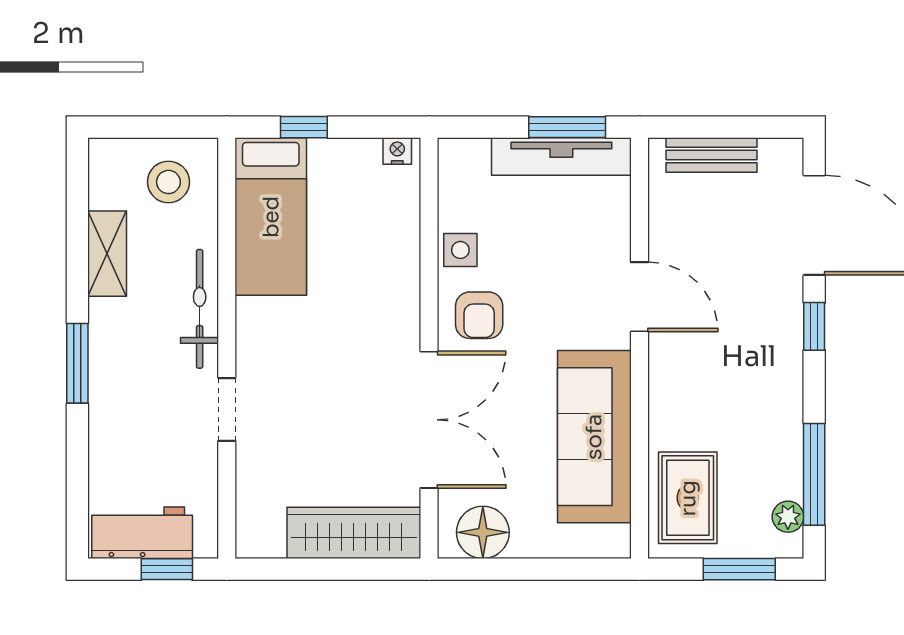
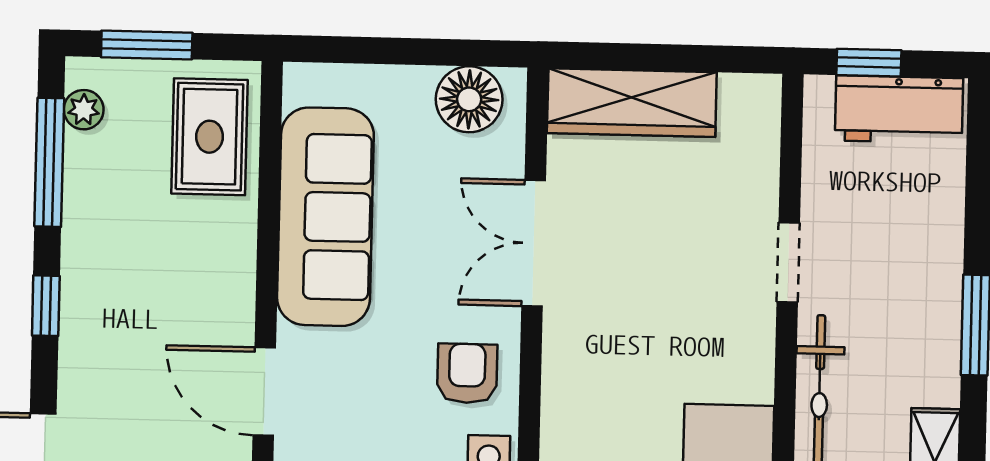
window: (814, 326) -> (46, 306), moved
double door: (429, 420) -> (534, 243), width x0.73

